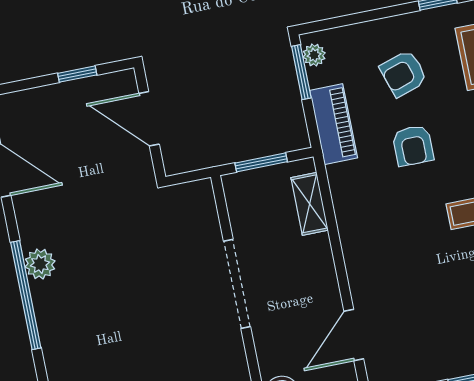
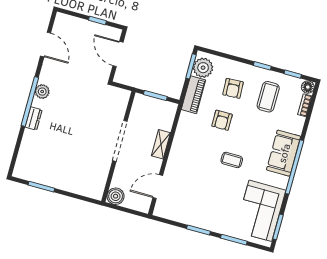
plant: (314, 55) -> (203, 68), width x1.87, depth x1.87
armchair: (403, 74) -> (233, 88), turned -75
shelving: (310, 204) -> (161, 144), moved
dresser: (49, 324) -> (34, 118), added

